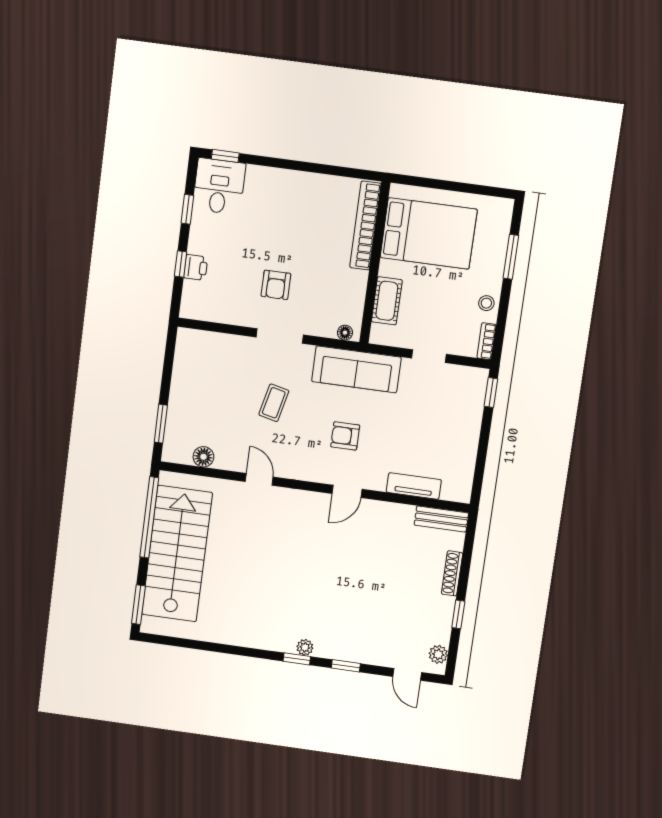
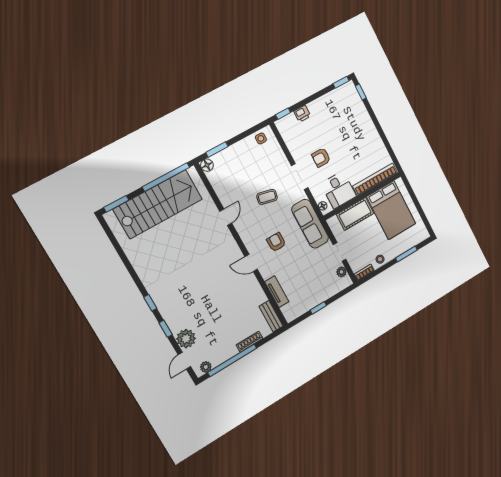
desk: (219, 186) -> (339, 190), moved, turned 90
window: (187, 209) -> (341, 82), moved
window: (181, 264) -> (283, 114), moved
cot: (387, 301) -> (355, 214), width x1.37, depth x1.34
side table: (188, 352) -> (261, 138), added
plant: (459, 374) -> (341, 272), added
window: (491, 393) -> (318, 308), moved
floor lamp: (203, 457) -> (207, 165), moved
window: (458, 614) -> (232, 360), width x3.17
plant: (305, 647) -> (186, 339), moved, width x1.87, depth x1.87

